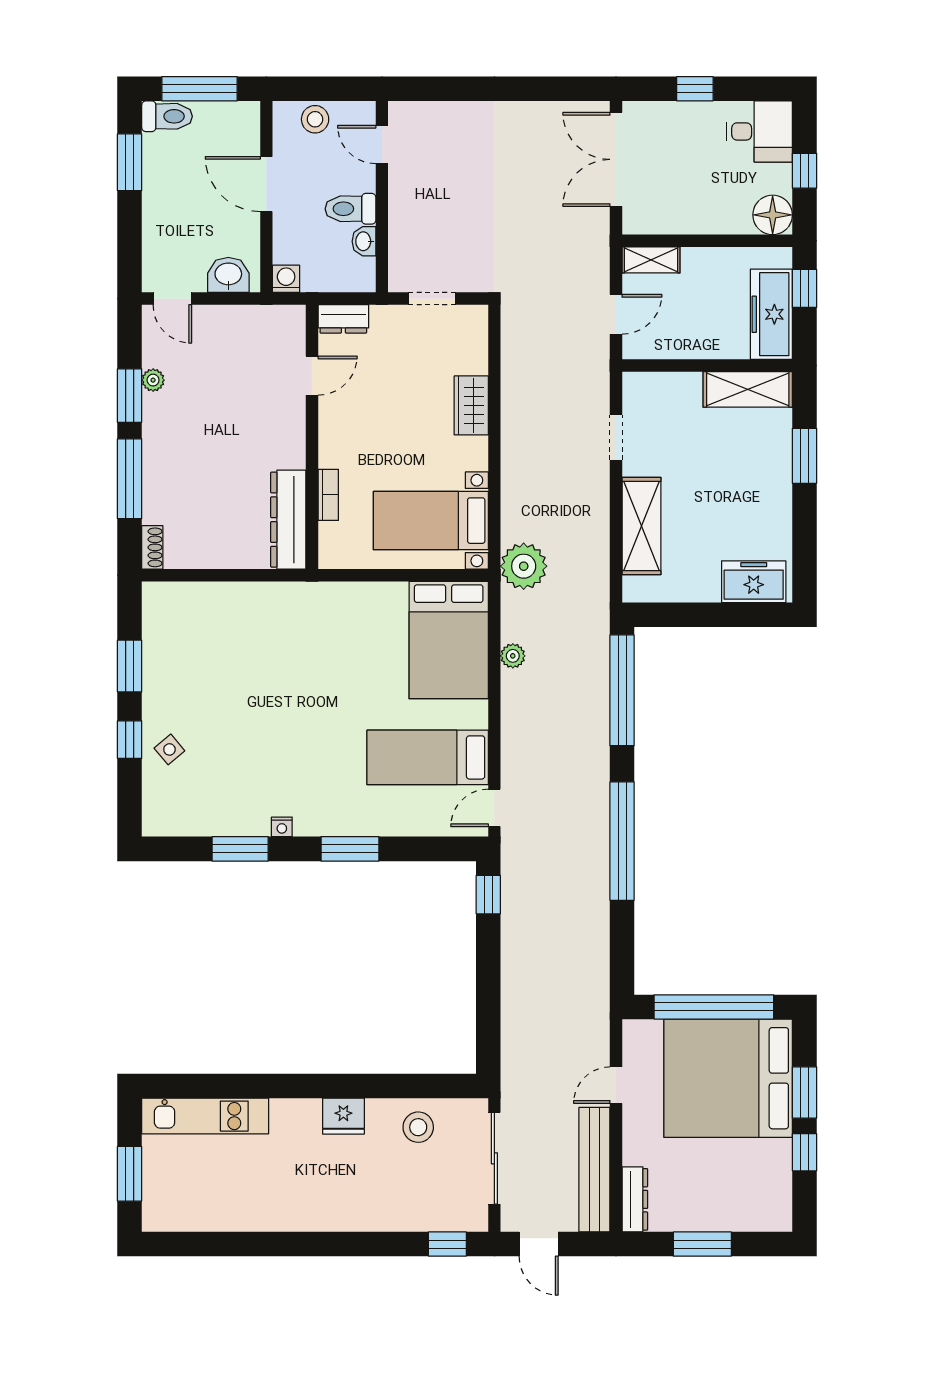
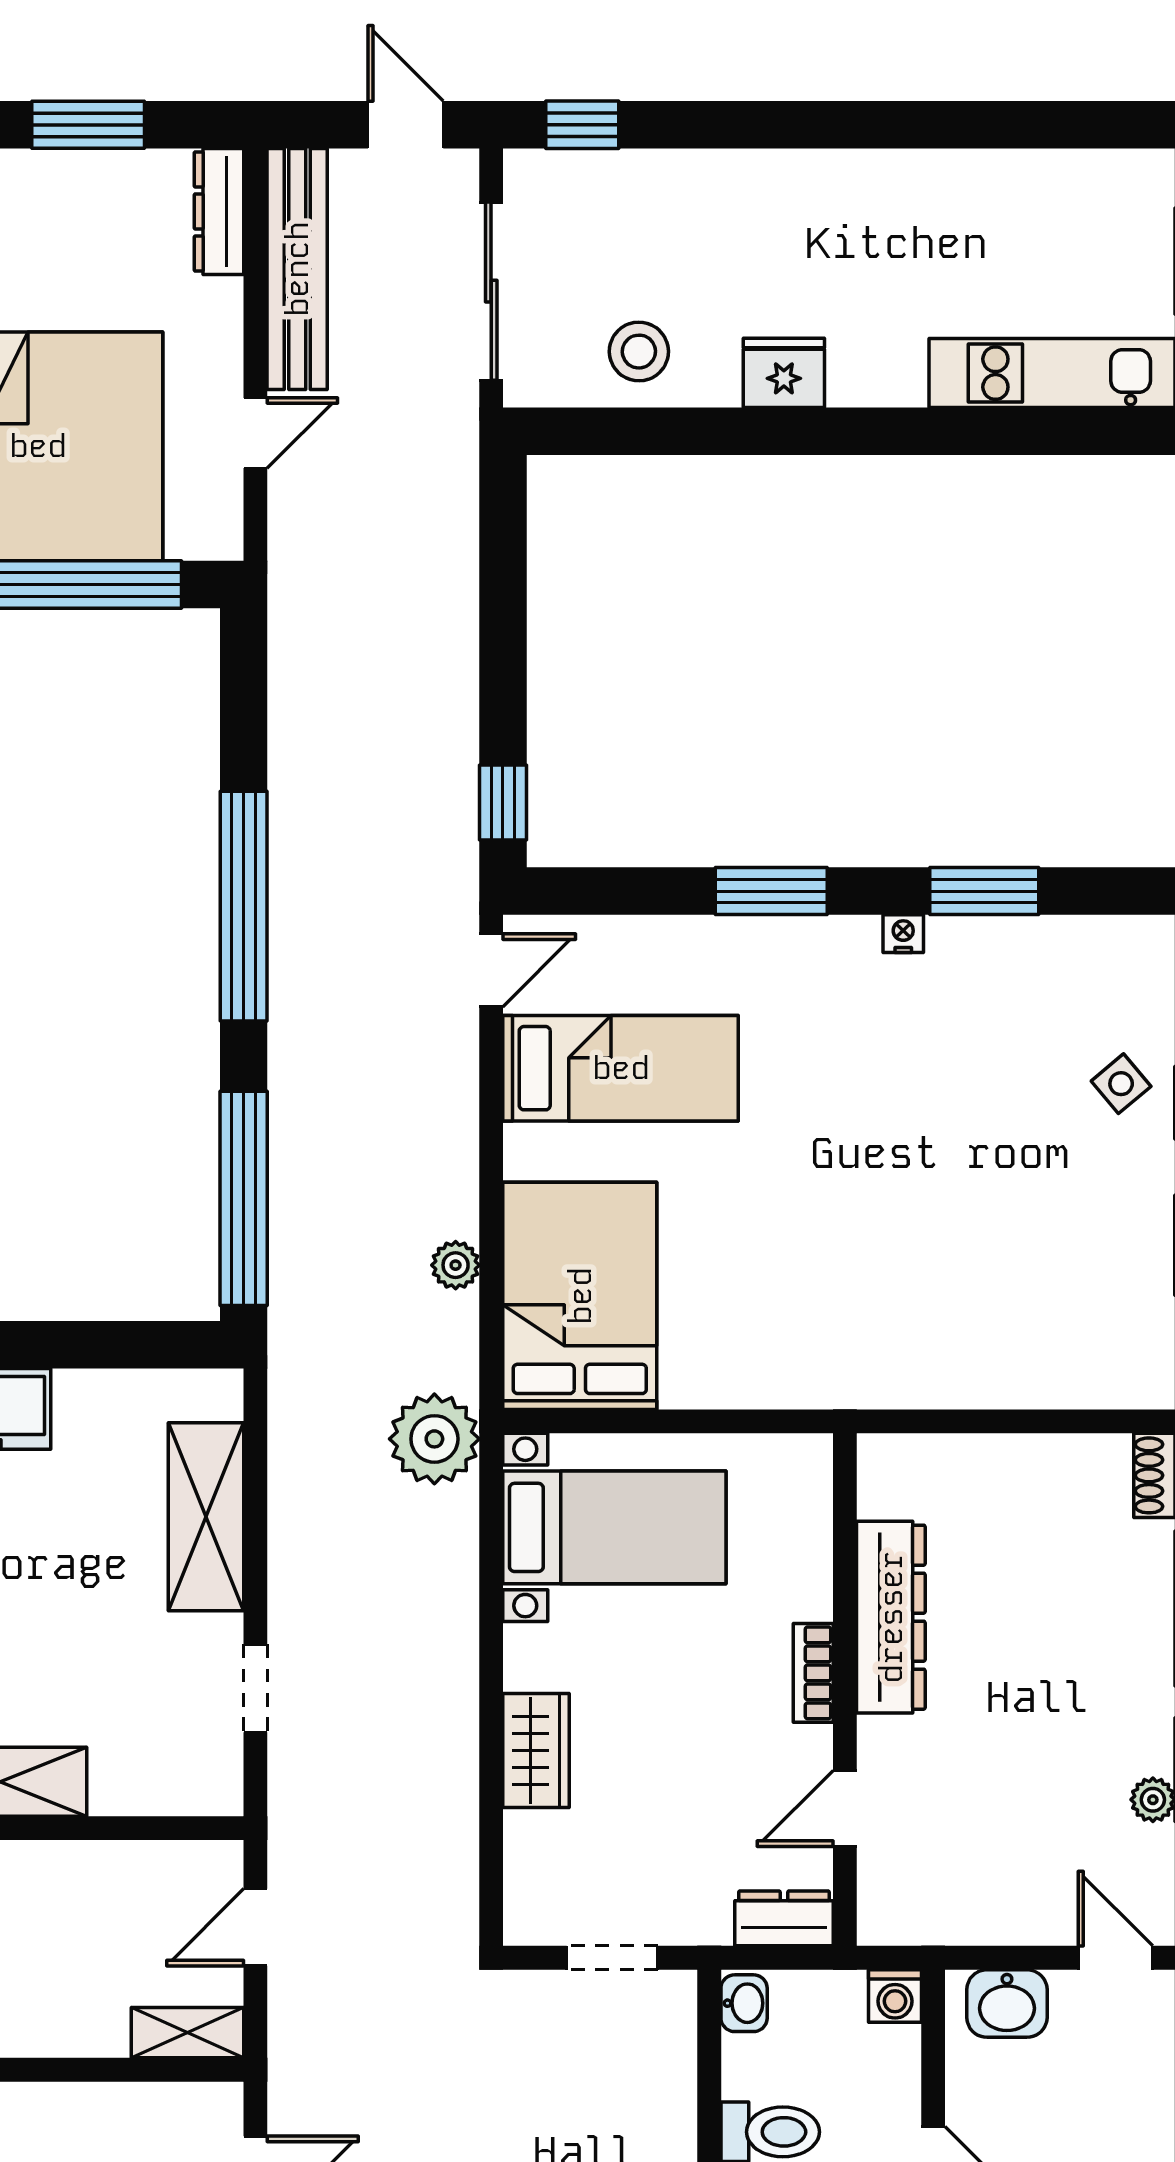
washbasin: (364, 241) -> (744, 2003), moved
bookcase: (328, 495) -> (813, 1673), moved
dresser: (288, 520) -> (891, 1617), moved

